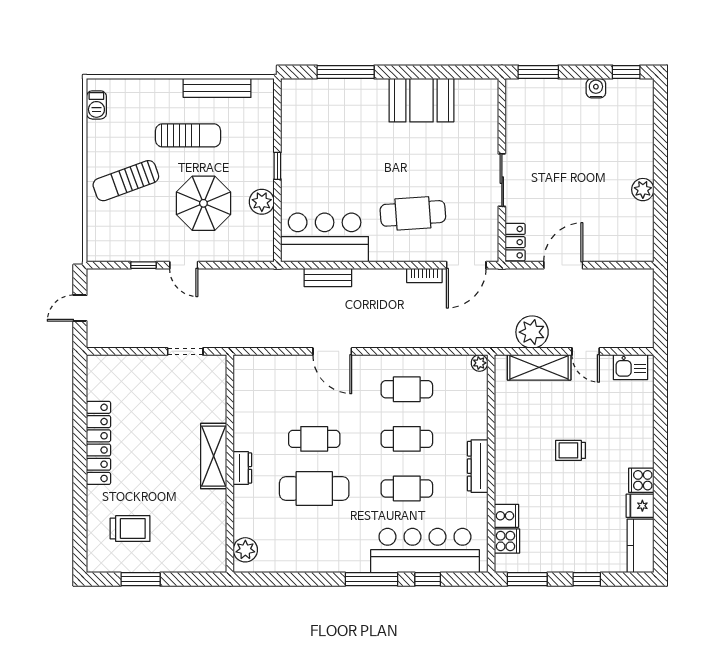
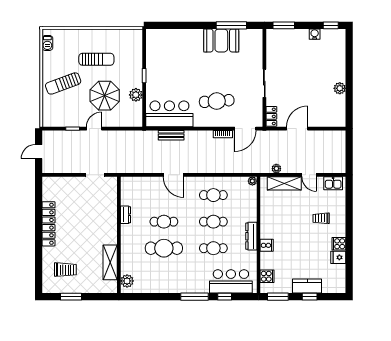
window: (346, 72) -> (231, 25), moved
bench: (217, 88) -> (112, 34), removed
door: (184, 265) -> (94, 129), swing flipped
plant: (532, 332) -> (276, 169), width x0.53, depth x0.53
trolley: (571, 450) -> (321, 218), moved
shelving: (214, 456) -> (110, 262), moved
dresser: (242, 468) -> (125, 215), moved
cooker: (506, 516) -> (267, 245), moved
kitchen counter: (641, 546) -> (307, 286), moved, turned 90
bar counter: (425, 551) -> (231, 281), width x0.73

